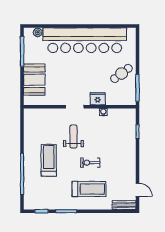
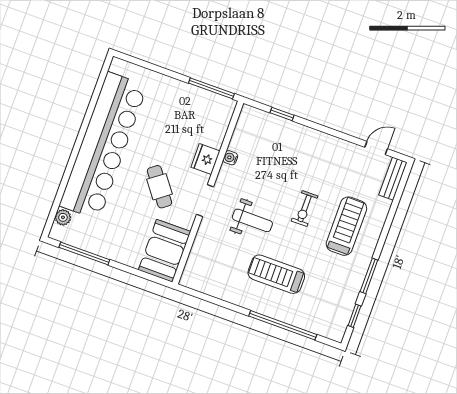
cafe table: (121, 74) -> (159, 187), moved
booth: (34, 80) -> (165, 251), moved, turned 90
weight bench: (73, 136) -> (252, 220), turned 180

